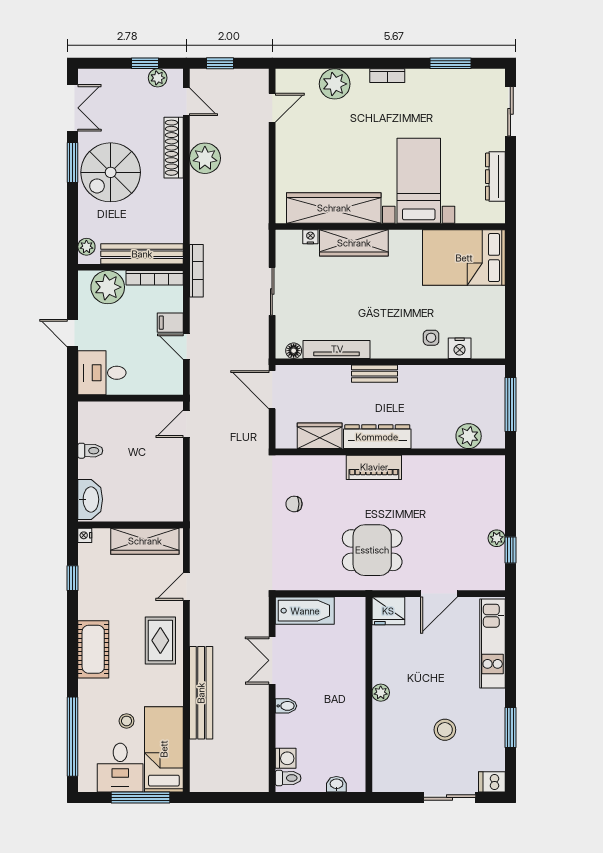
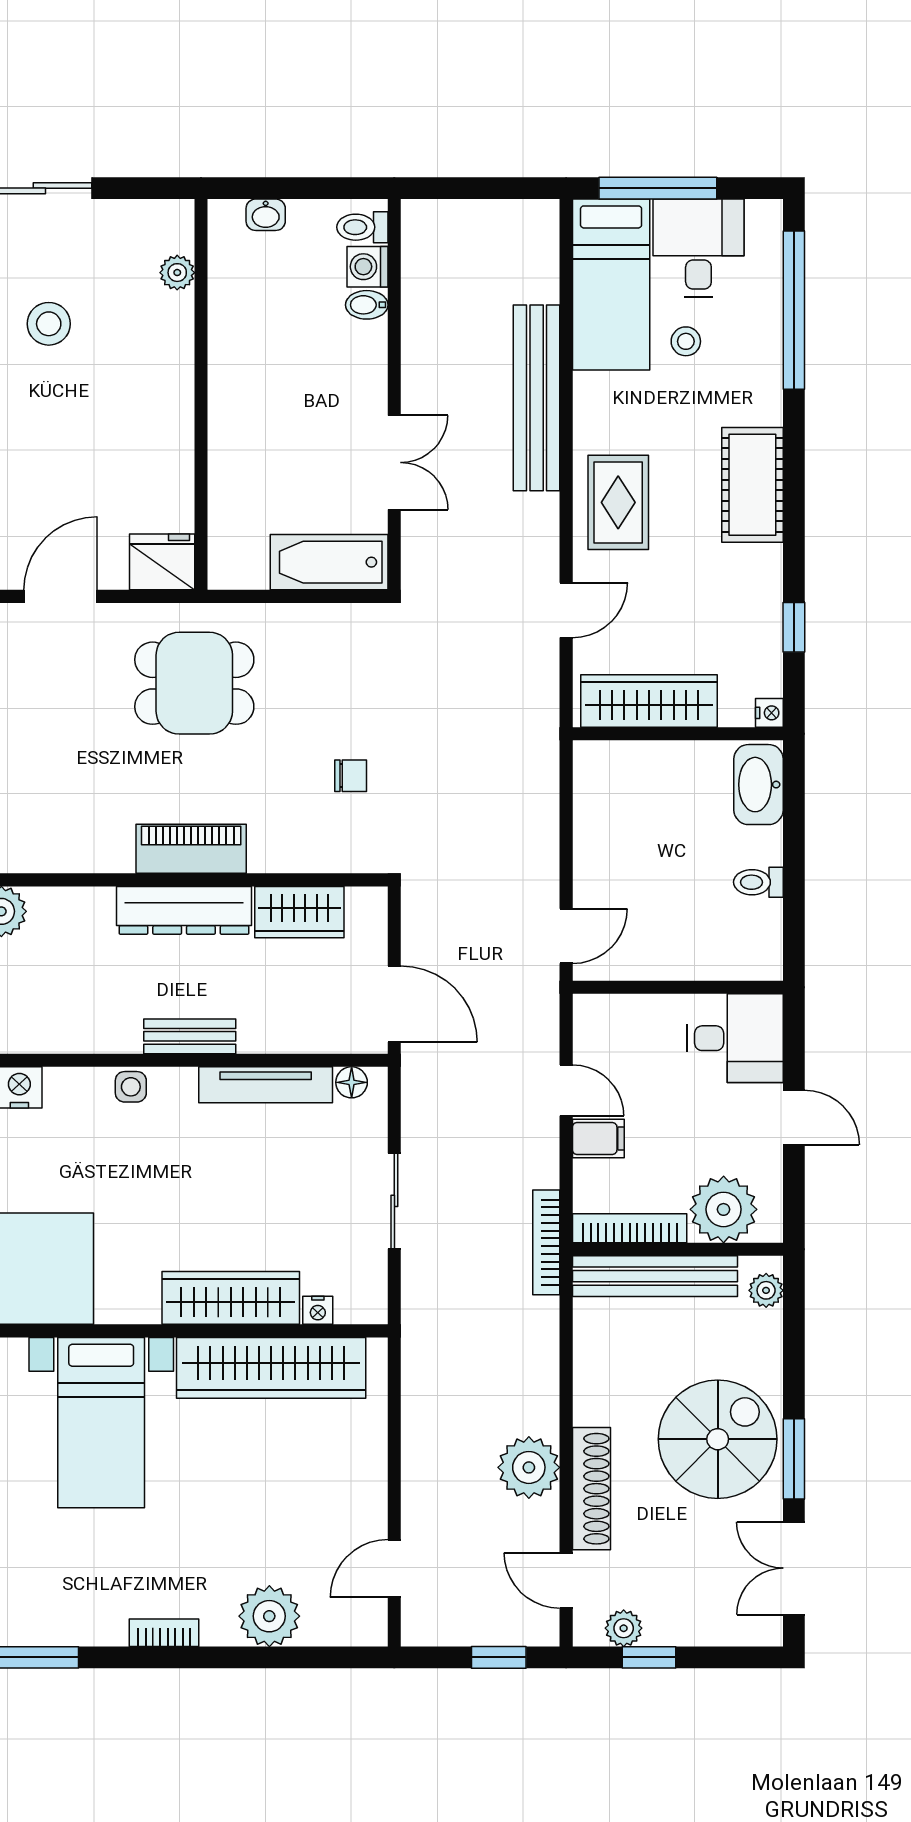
side table: (431, 338) -> (131, 1087), moved
plant: (381, 693) -> (177, 273), moved
bidet: (286, 706) -> (367, 305), moved

